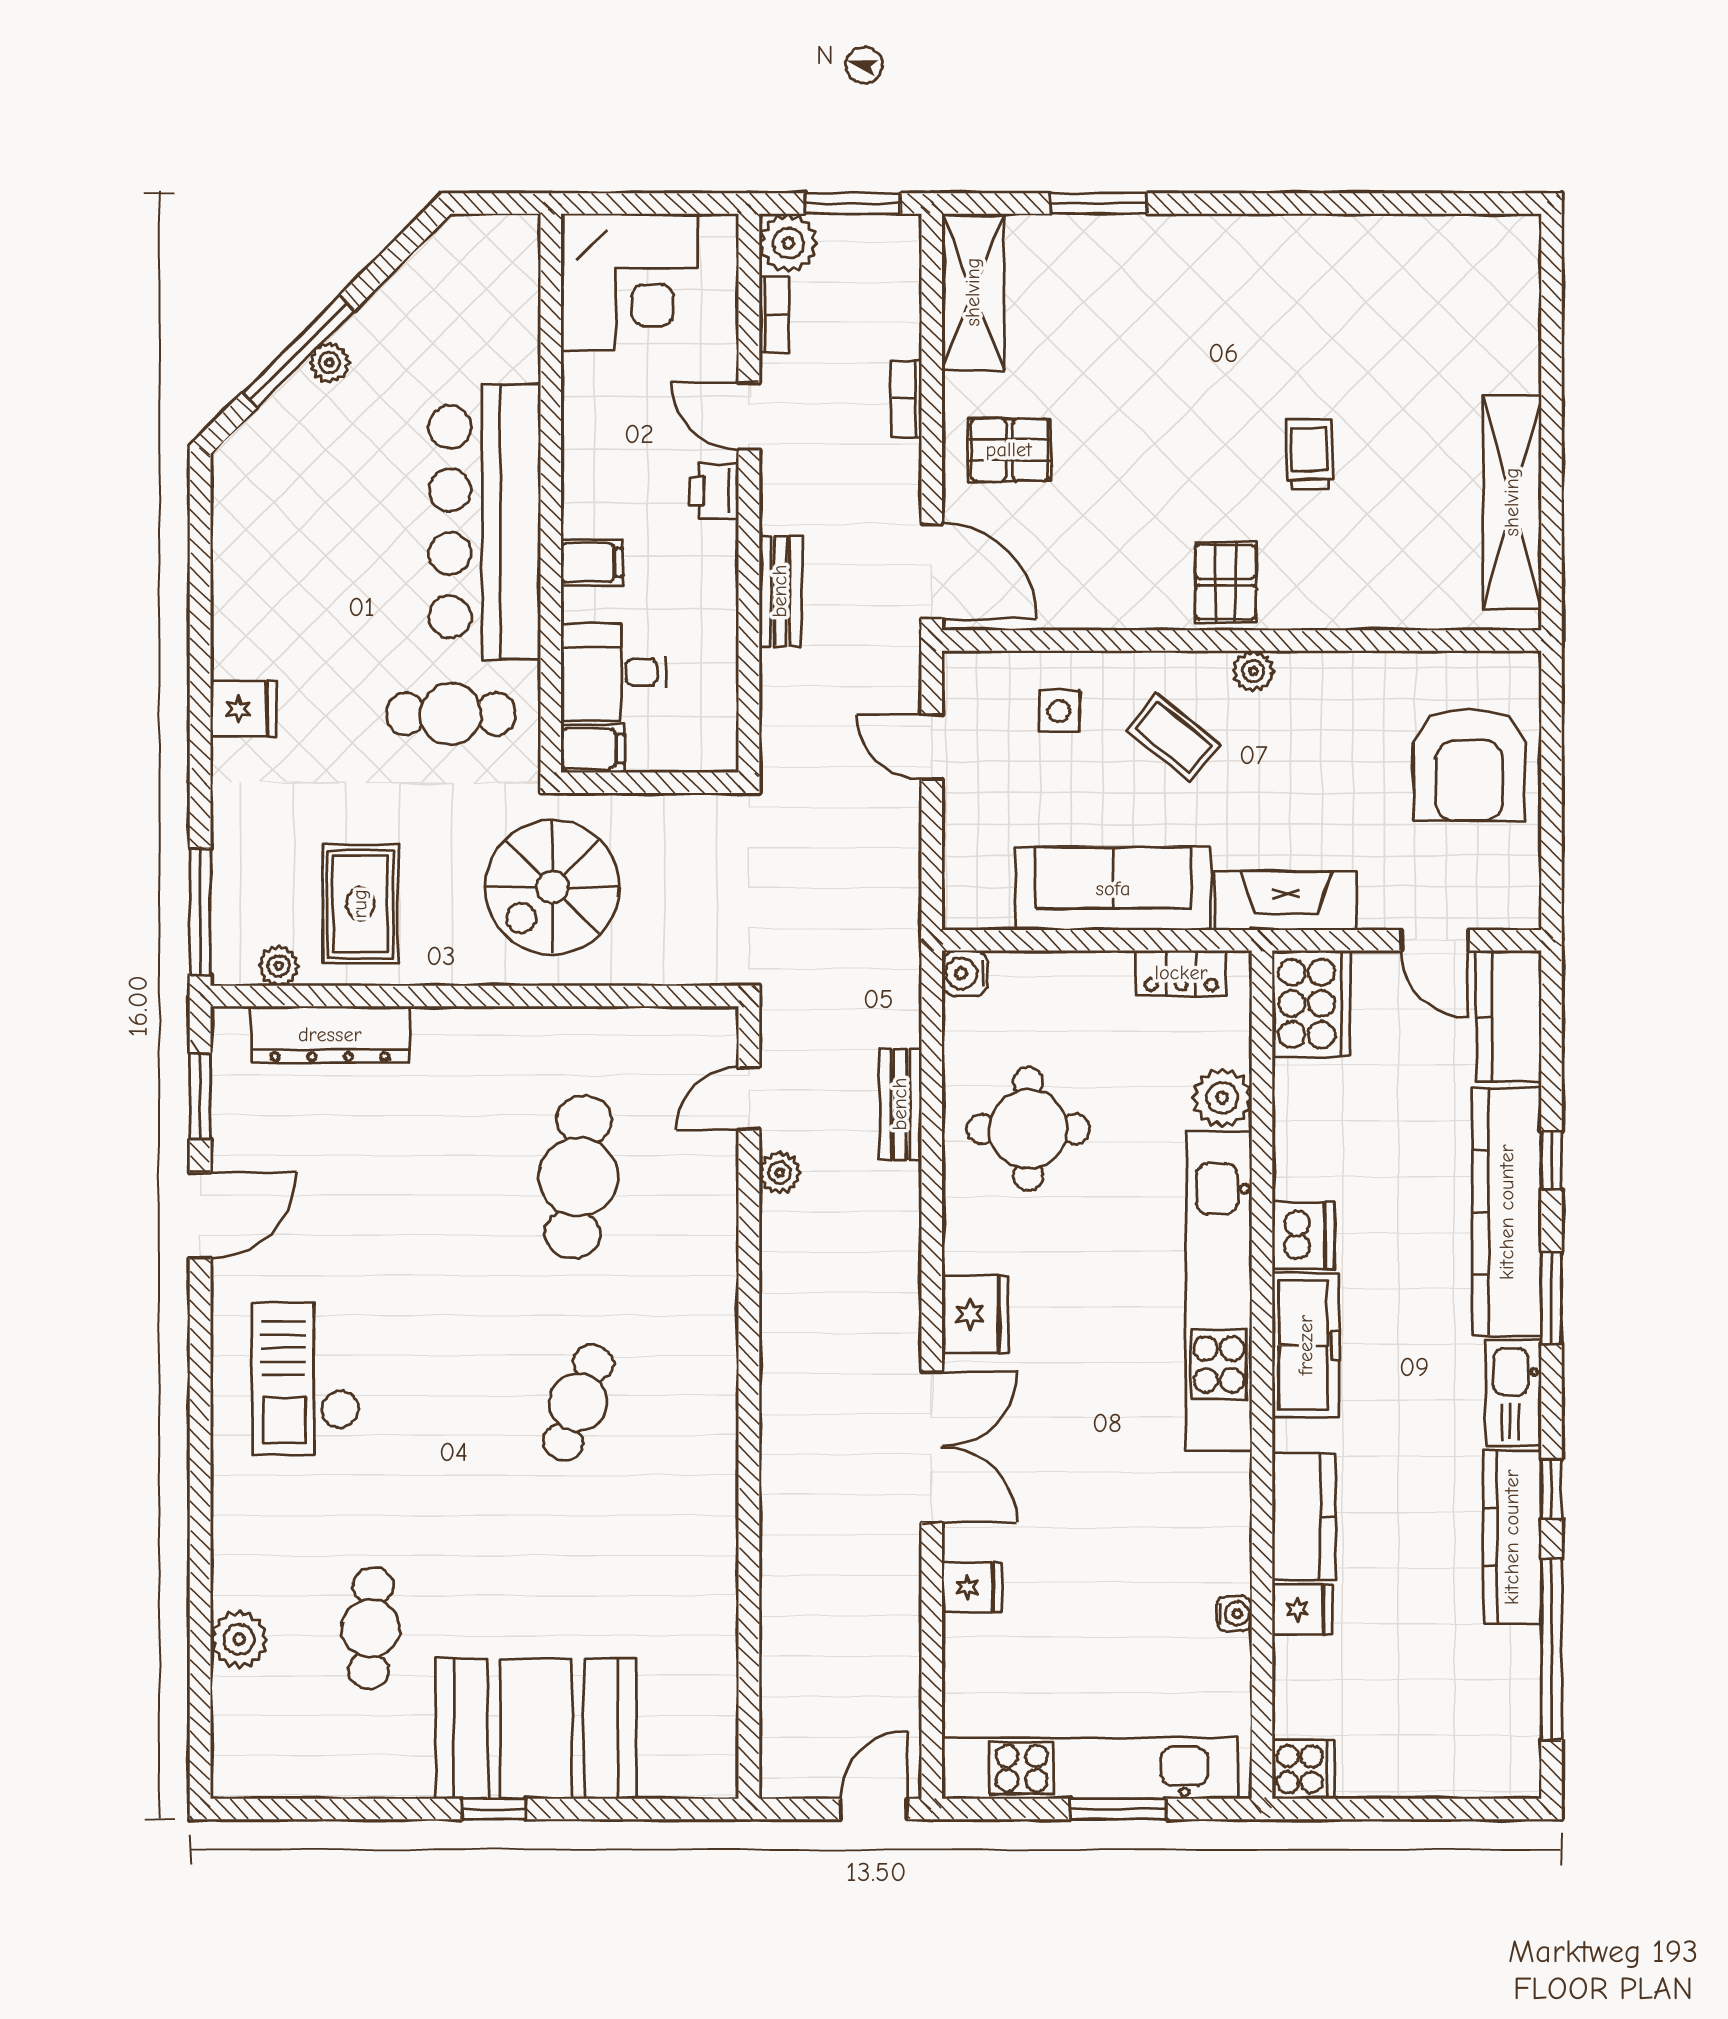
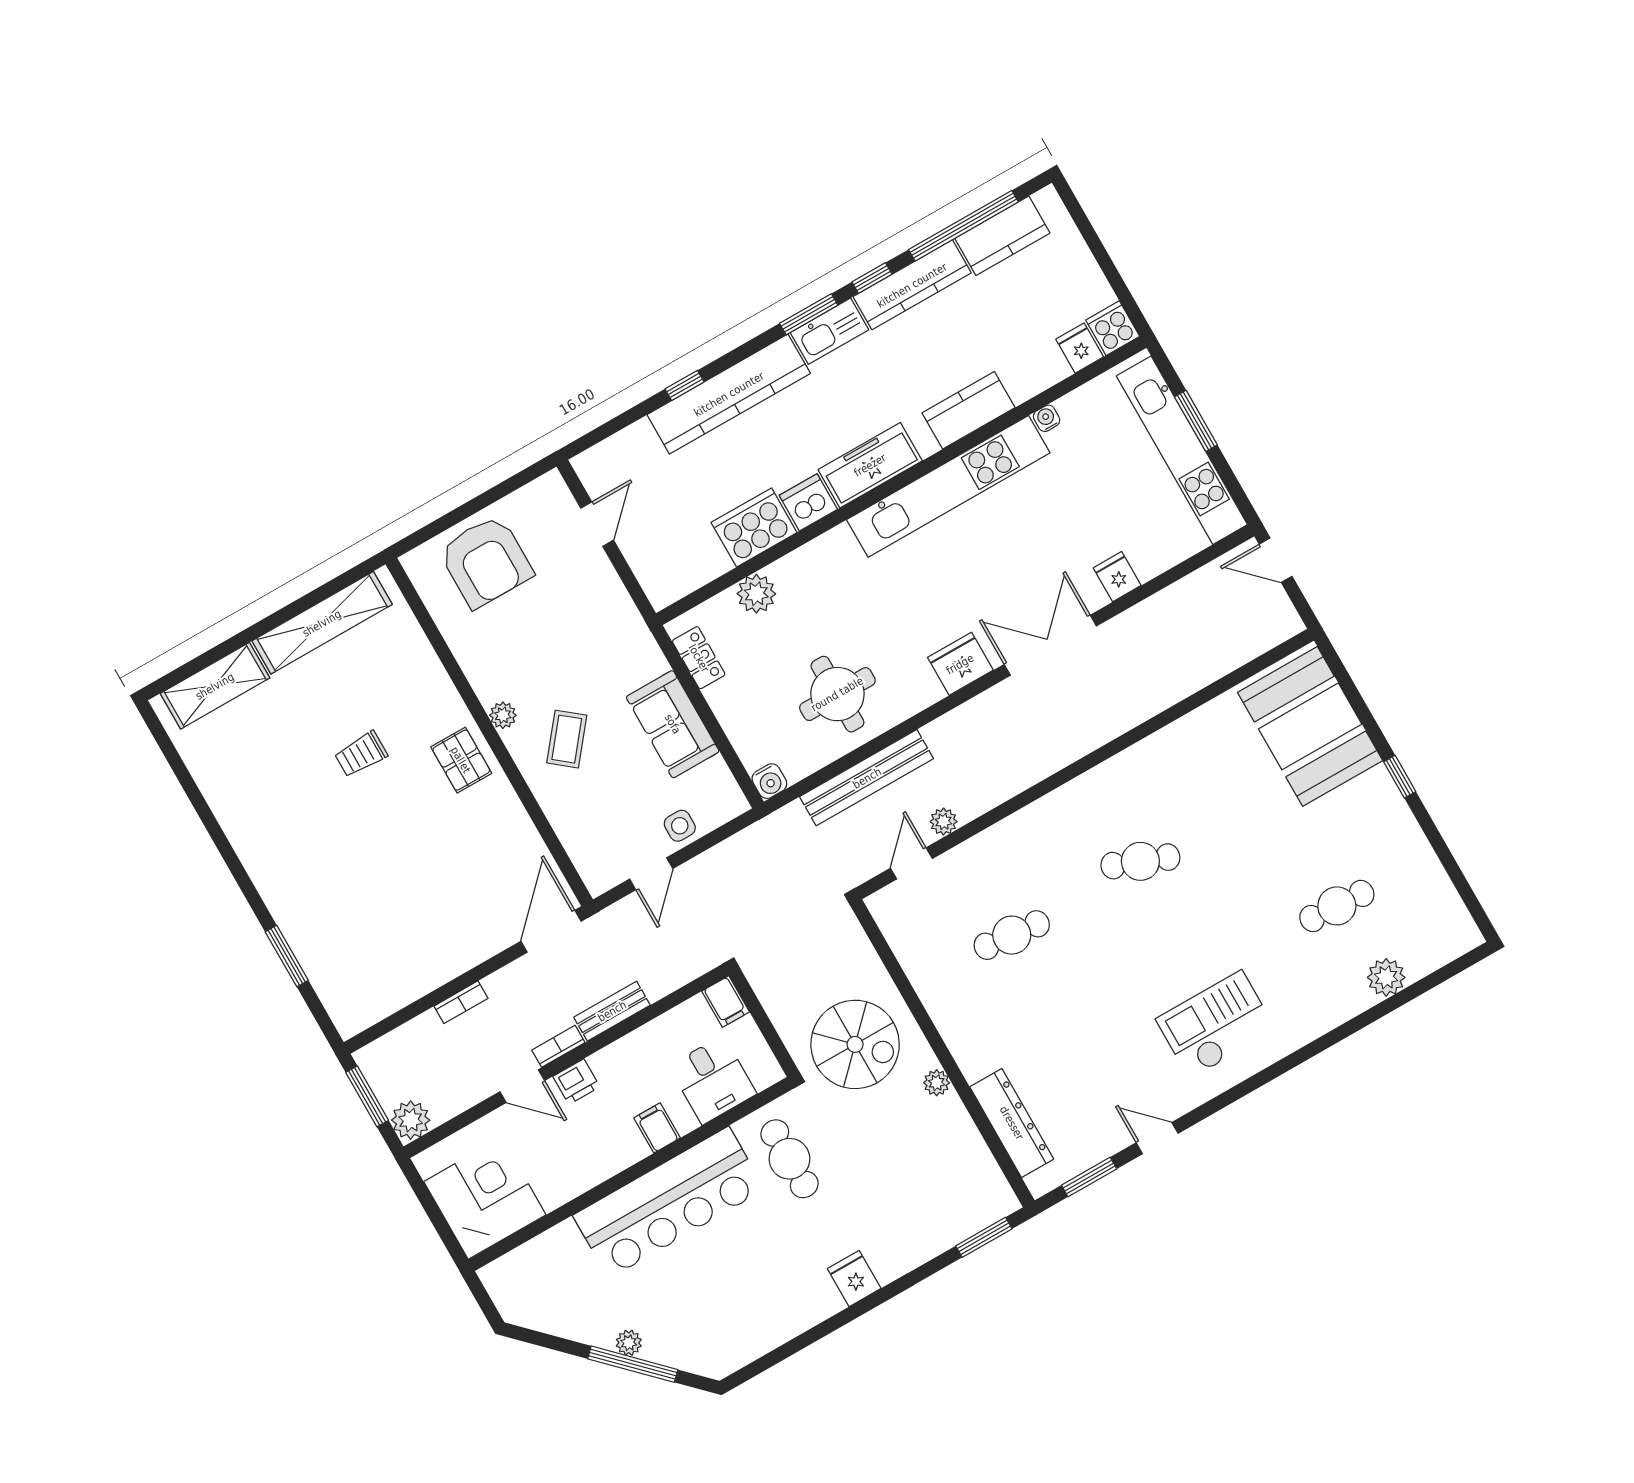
shelving: (973, 292) -> (215, 686), moved
bookcase: (774, 315) -> (558, 1046), moved
door: (749, 416) -> (522, 1086), hinge flipped
pallet: (1009, 450) -> (456, 927), removed
pallet: (1226, 582) -> (461, 760), turned 90
side table: (1059, 711) -> (680, 826), moved
filing cabinet: (593, 749) -> (726, 1002), moved, turned 180
armchair: (1469, 765) -> (486, 561), turned 90
sofa: (1113, 889) -> (673, 724), width x0.73
fireplace: (1286, 901) -> (623, 622), removed
rug: (360, 904) -> (927, 1148), removed
window: (200, 911) -> (984, 1237), width x0.69
plant: (279, 966) -> (937, 1083), moved
cooker: (1311, 1003) -> (754, 527), moved
kitchen counter: (1509, 1017) -> (1002, 236), moved
door: (749, 1099) -> (911, 863), swing flipped
bench: (900, 1104) -> (867, 778), width x1.86, depth x1.21
cafe table: (578, 1177) -> (1012, 935), width x0.73, depth x0.74
door: (200, 1215) -> (1157, 1138), width x0.73
kitchen unit: (1219, 1291) -> (948, 486), moved
window: (1552, 1298) -> (809, 314), moved
checkout: (306, 1379) -> (1216, 1025), turned 180
fridge: (1302, 1609) -> (1080, 348), moved
booth: (536, 1729) -> (1310, 726), moved

